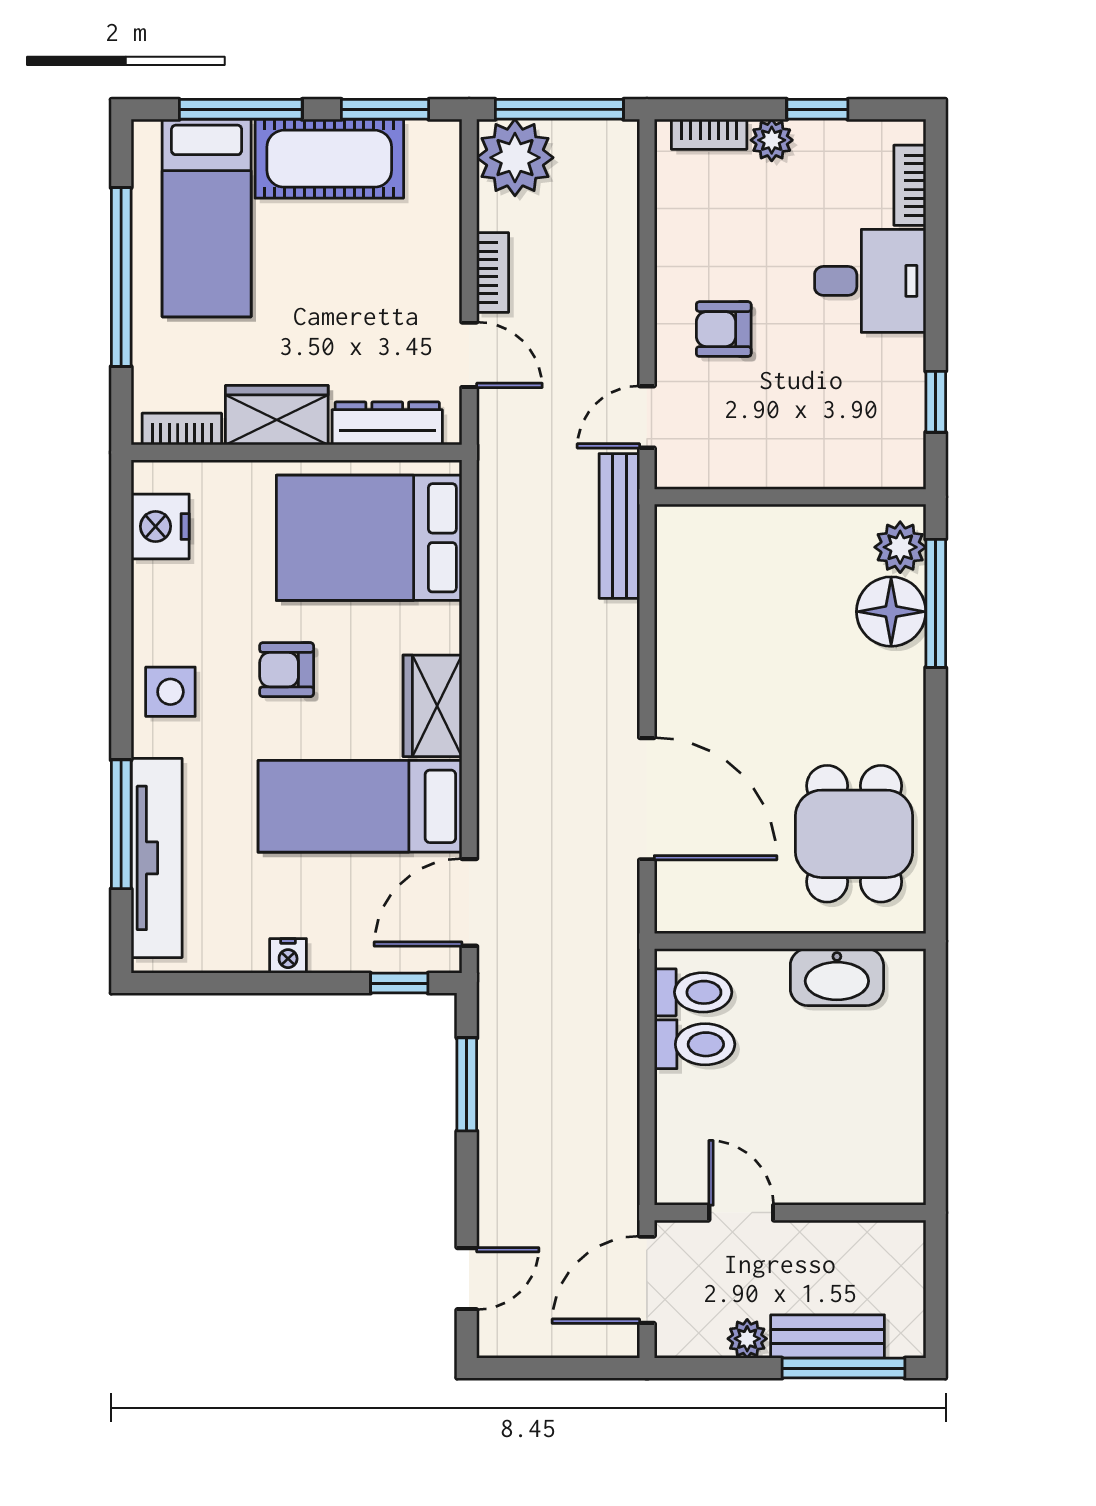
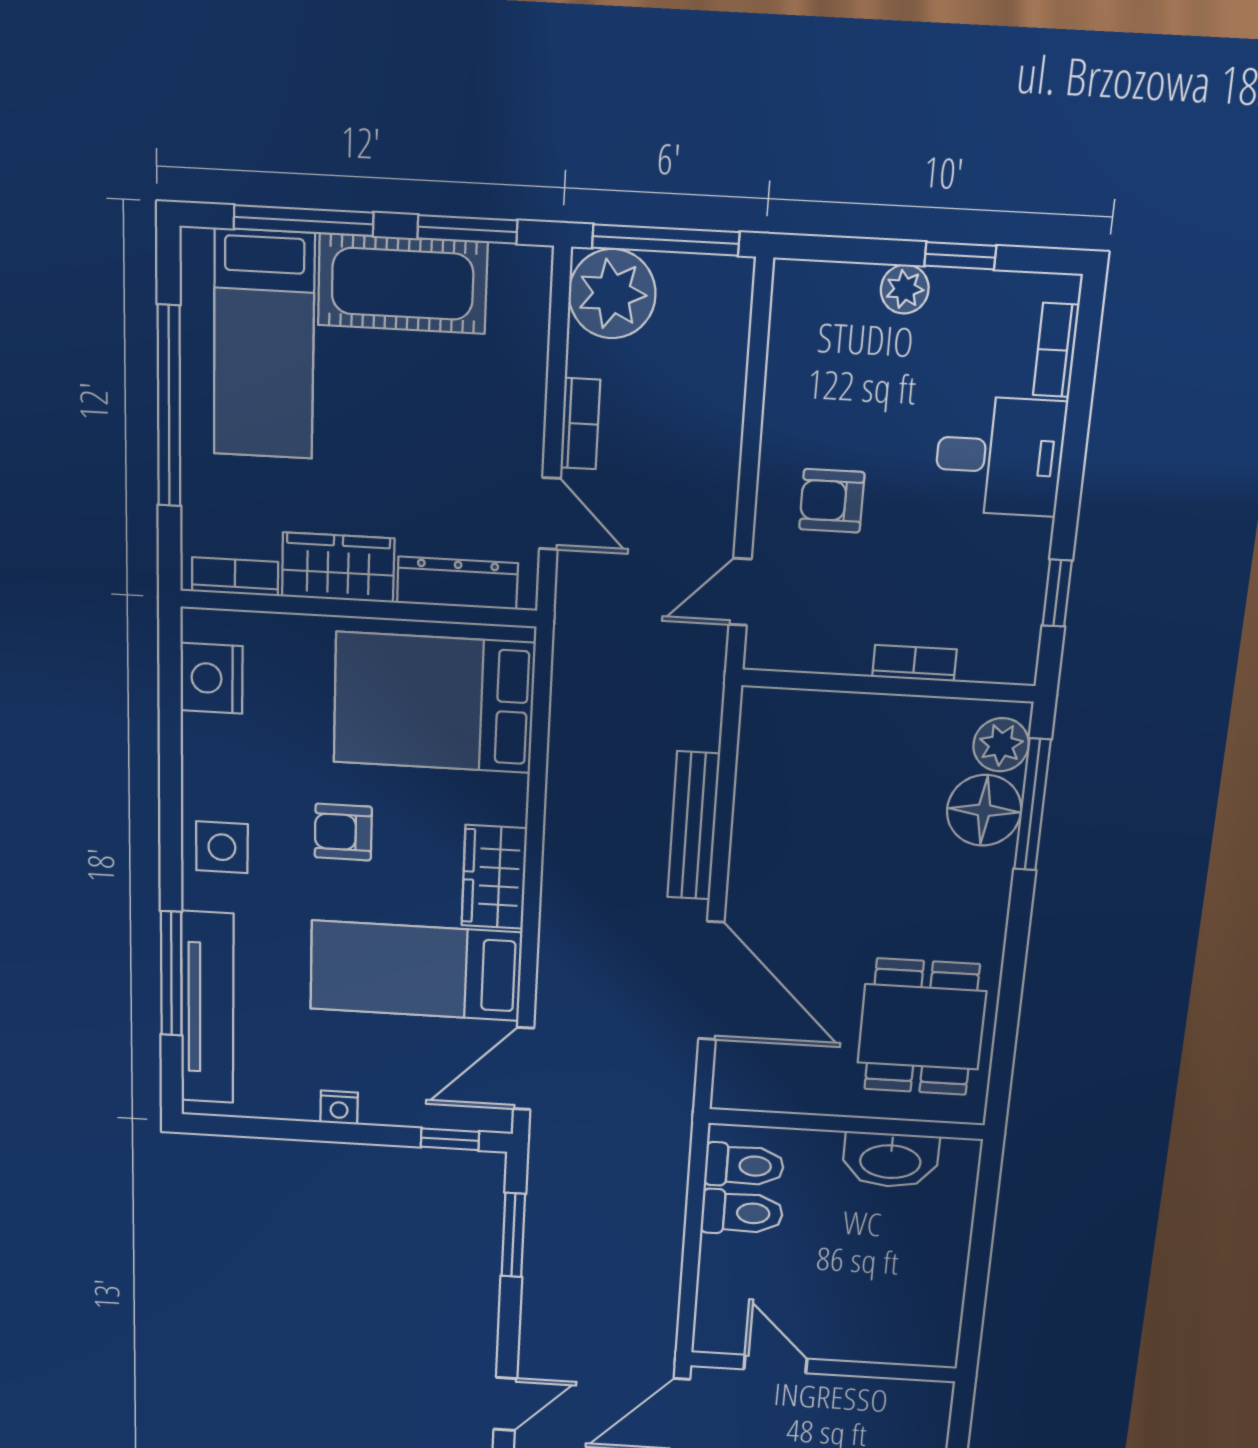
bookcase: (709, 134) -> (914, 663), moved, turned 180
bench: (619, 526) -> (693, 826), moved

